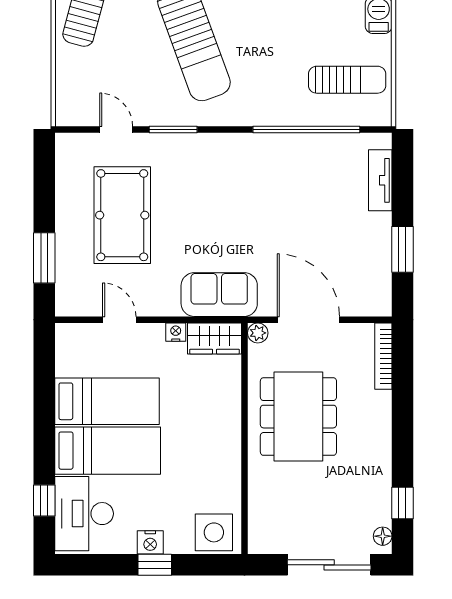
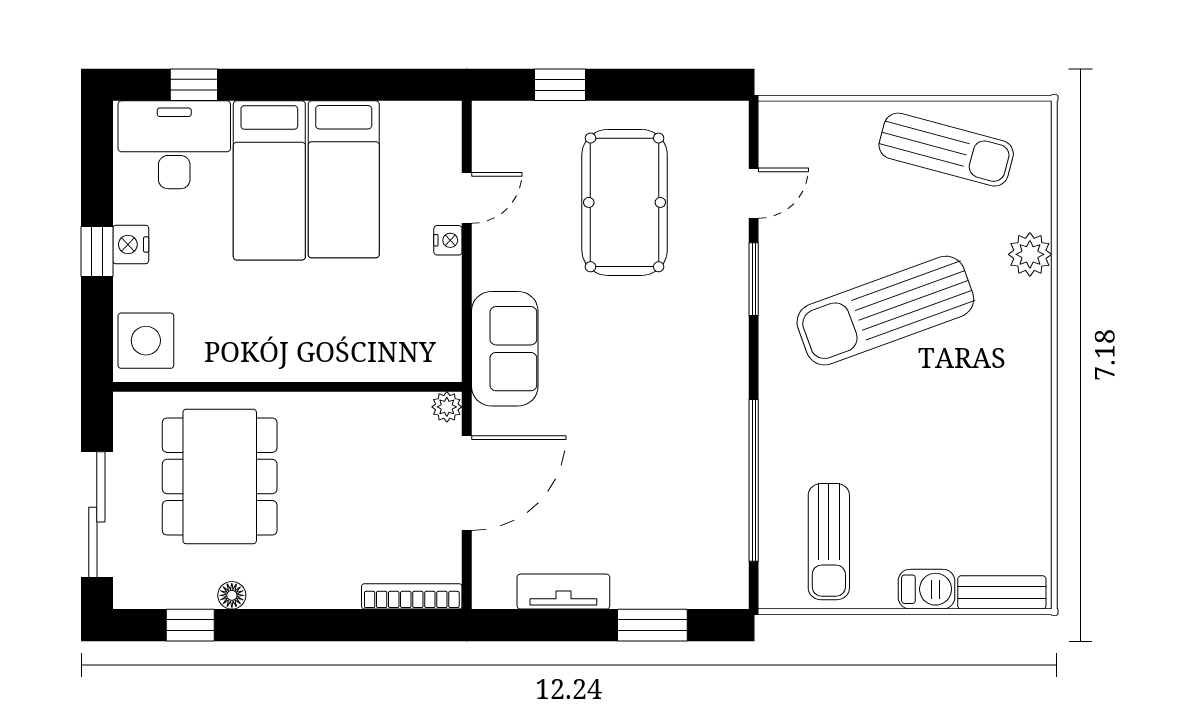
tv unit: (380, 180) -> (563, 592), moved
pool table: (122, 215) -> (625, 202), turned 90
window: (402, 249) -> (652, 625), moved
window: (44, 258) -> (560, 85), width x0.67
nightstand: (176, 332) -> (448, 240), moved
wardrobe: (214, 338) -> (438, 342), removed
dining table: (298, 417) -> (220, 476), moved, turned 90
floor lamp: (383, 536) -> (232, 595), moved

